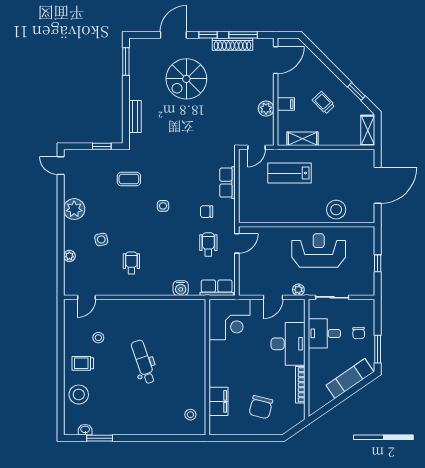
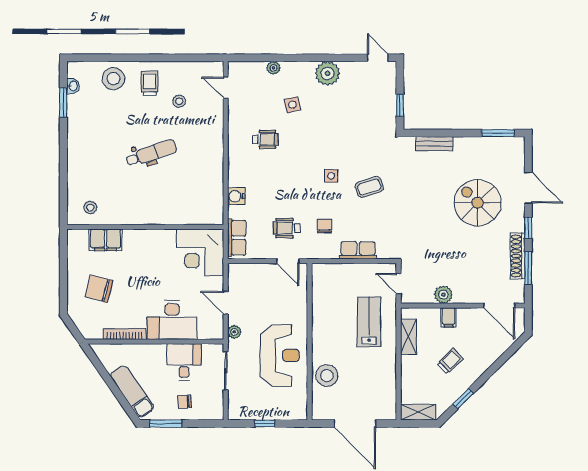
door: (61, 166) -> (378, 58), hinge flipped
coffee table: (129, 179) -> (369, 187), moved, turned 72
wheelchair: (208, 244) -> (287, 228), turned 180

